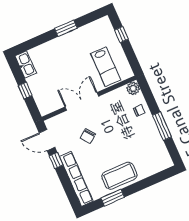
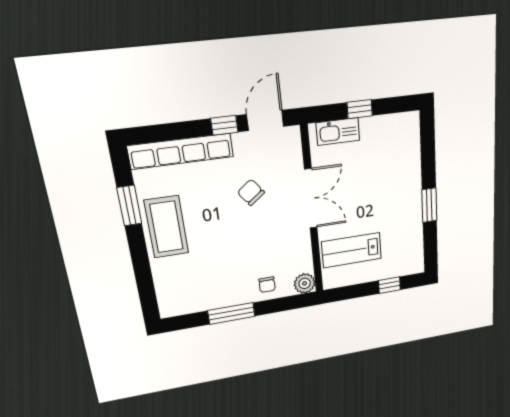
kitchen sink: (26, 64) -> (338, 132), moved

